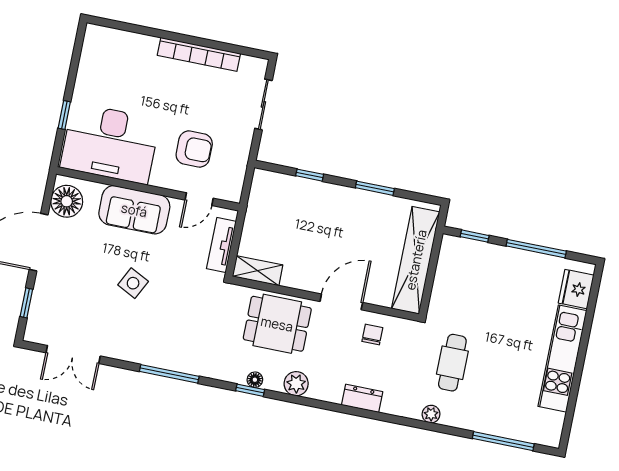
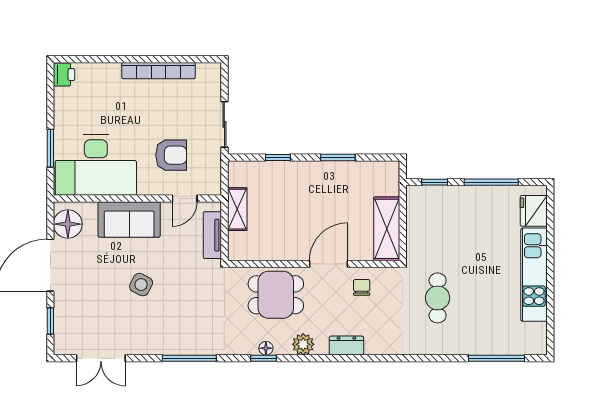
printer: (95, 38) -> (64, 75), added
sliding door: (263, 104) -> (224, 124), moved
window: (64, 115) -> (50, 148), width x1.50
shelving: (416, 260) -> (387, 229), width x0.68
shelving: (258, 271) -> (237, 209), moved, turned 90
dresser: (362, 398) -> (346, 346), moved
plant: (431, 414) -> (428, 347), removed

